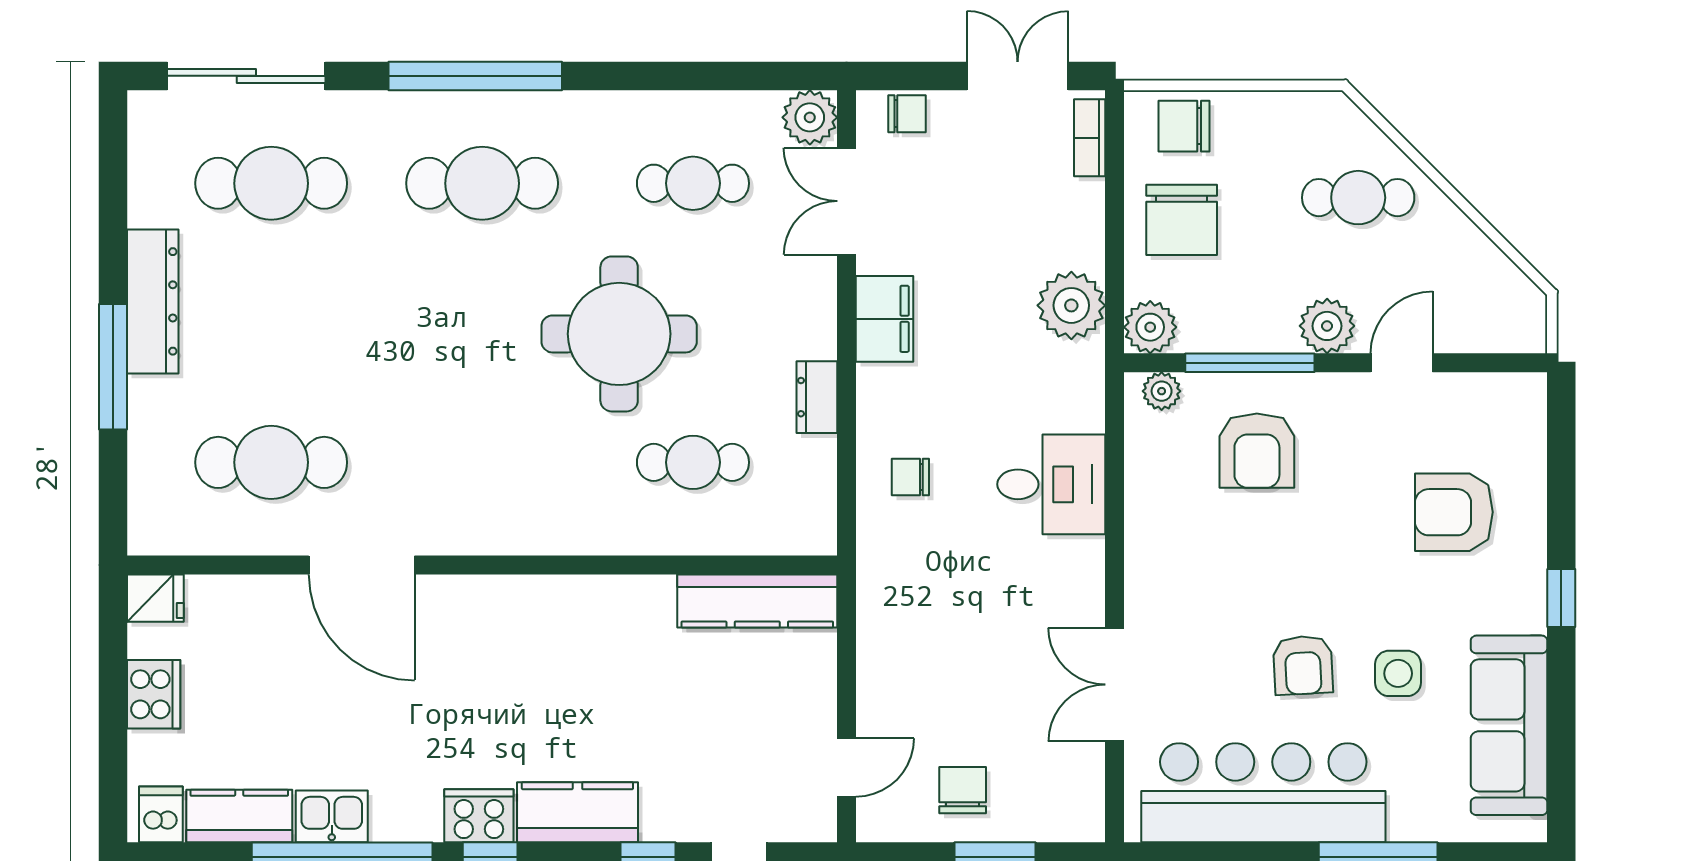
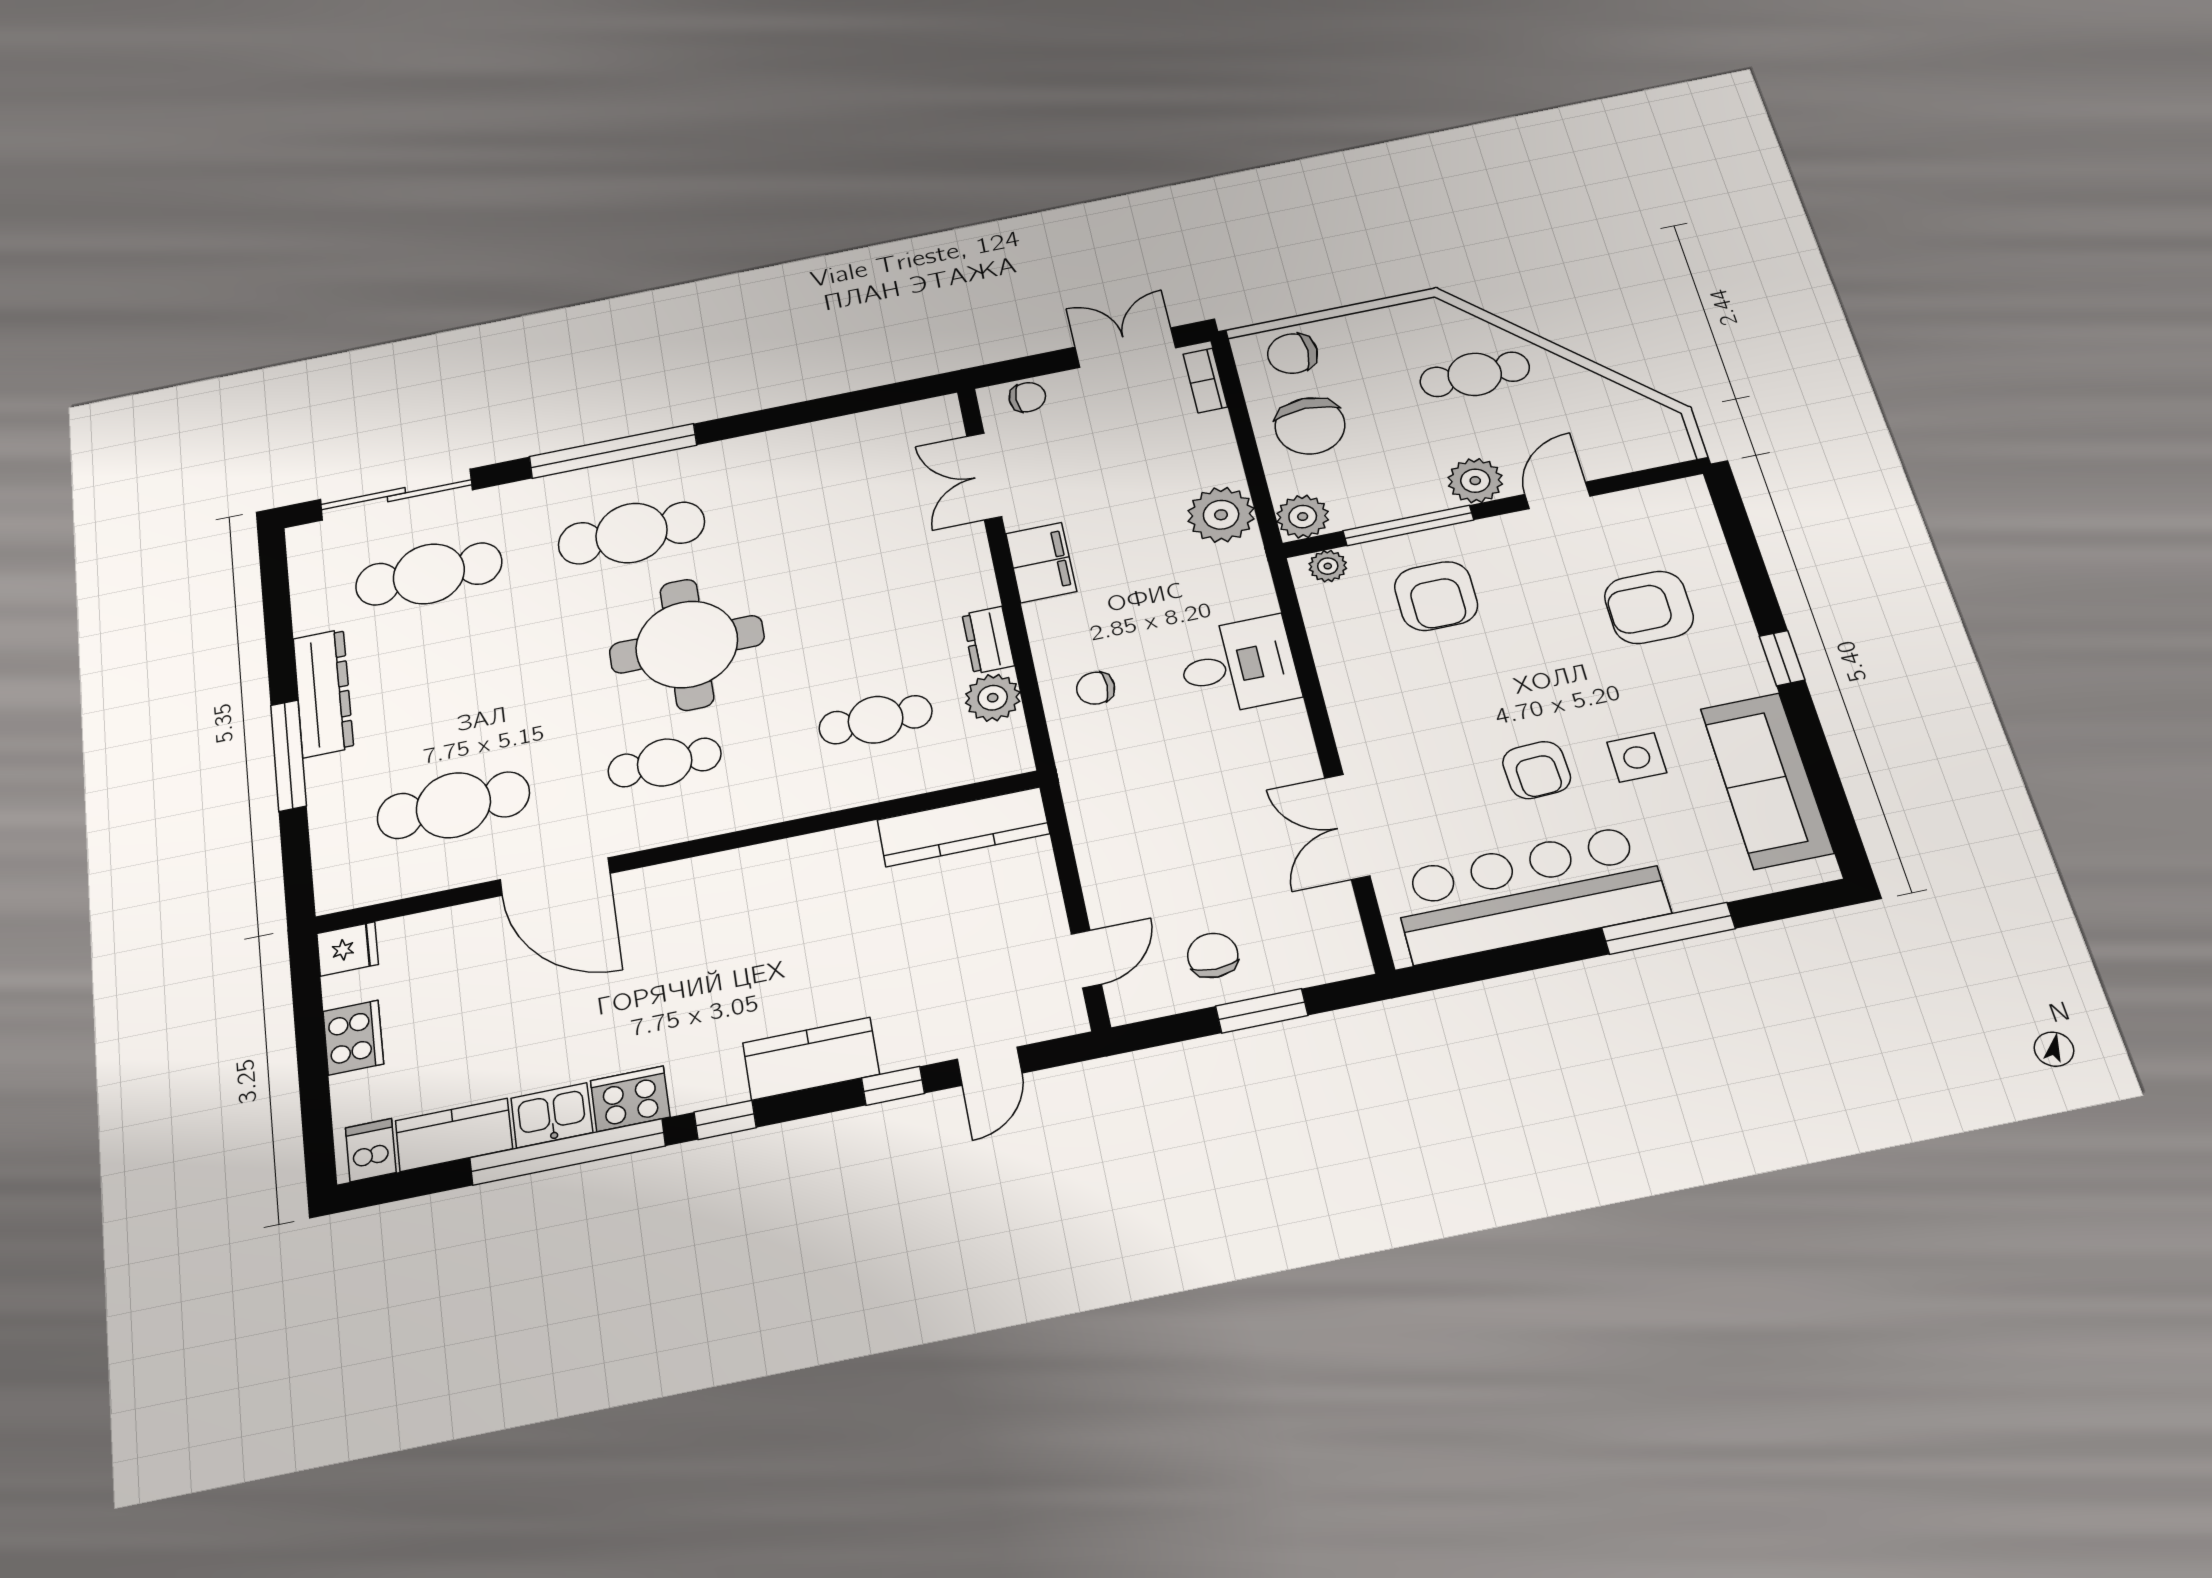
plant: (810, 117) -> (993, 698), moved
cafe table: (693, 183) -> (665, 762), moved
round table: (619, 334) -> (687, 644), moved
cooker: (479, 816) -> (630, 1099), moved

